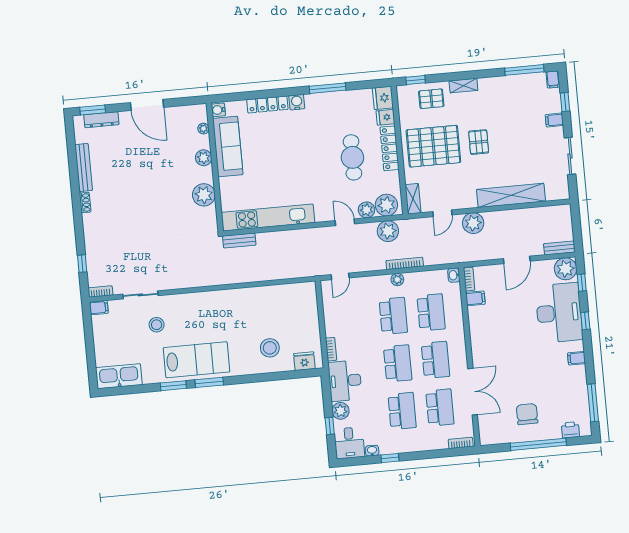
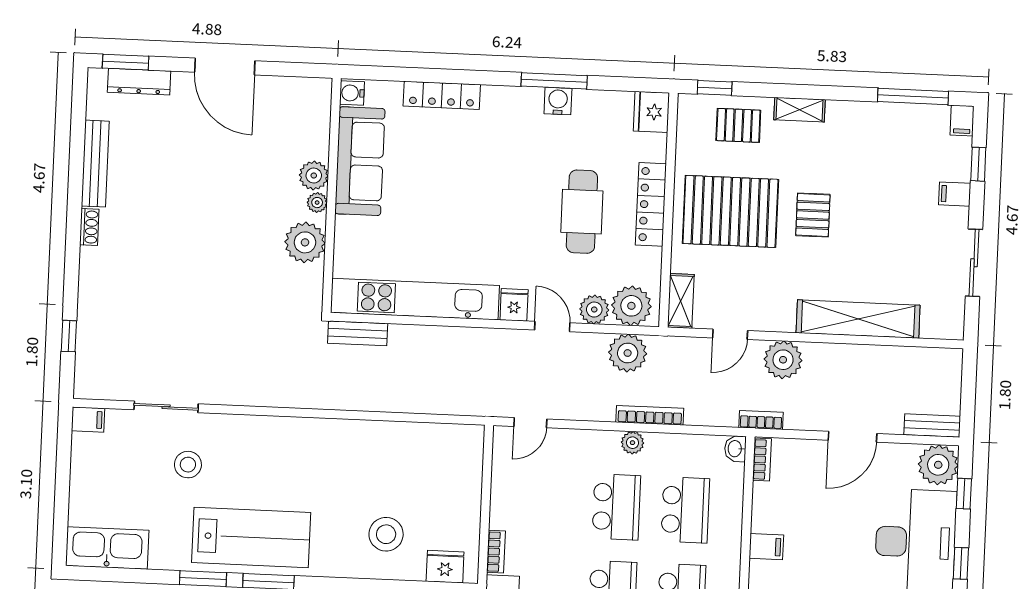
water cooler: (297, 102) -> (558, 101), moved
fridge: (385, 117) -> (514, 305), moved, turned 90
plant: (203, 129) -> (317, 203), moved
bookcase: (101, 292) -> (761, 420), moved
filing cabinet: (475, 298) -> (766, 547), moved

